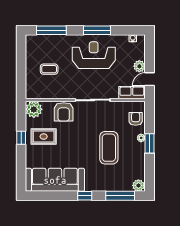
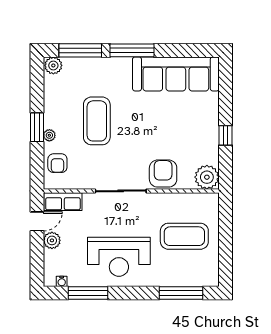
window: (97, 30) -> (88, 293), moved
coffee table: (49, 69) -> (184, 236), width x1.86, depth x1.72
rug: (44, 137) -> (192, 137), removed
window: (85, 196) -> (132, 50), width x2.17

